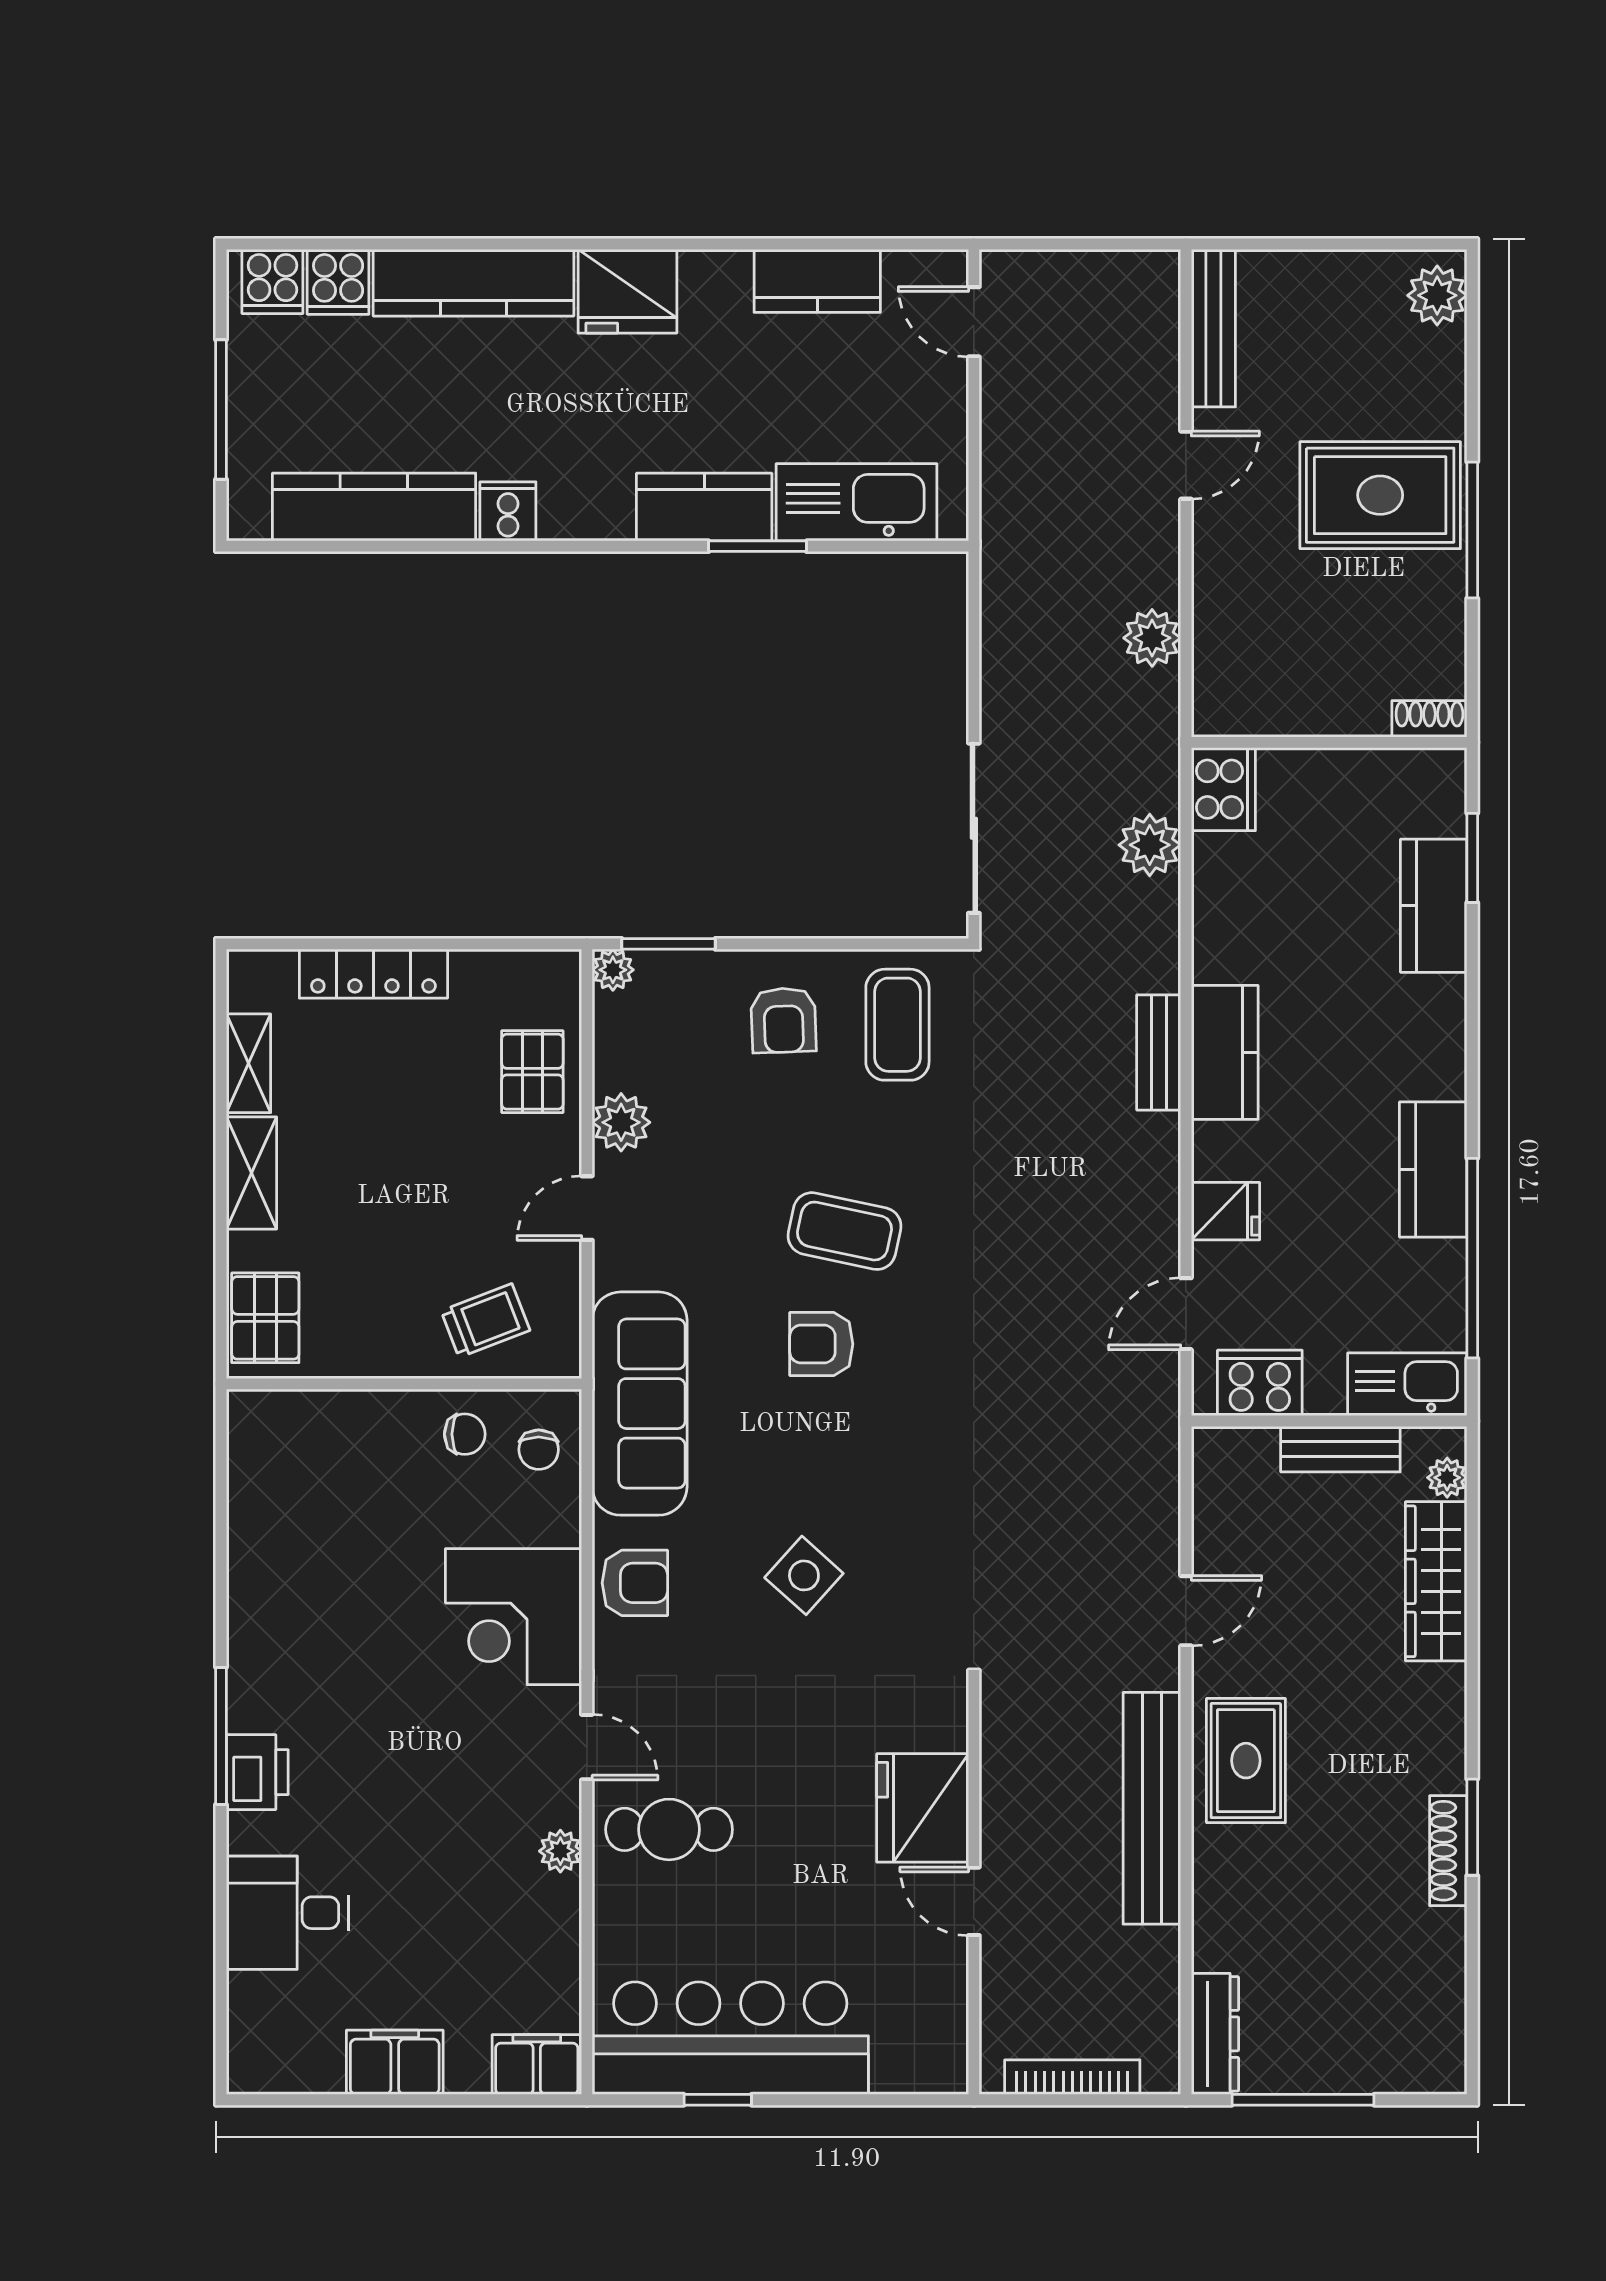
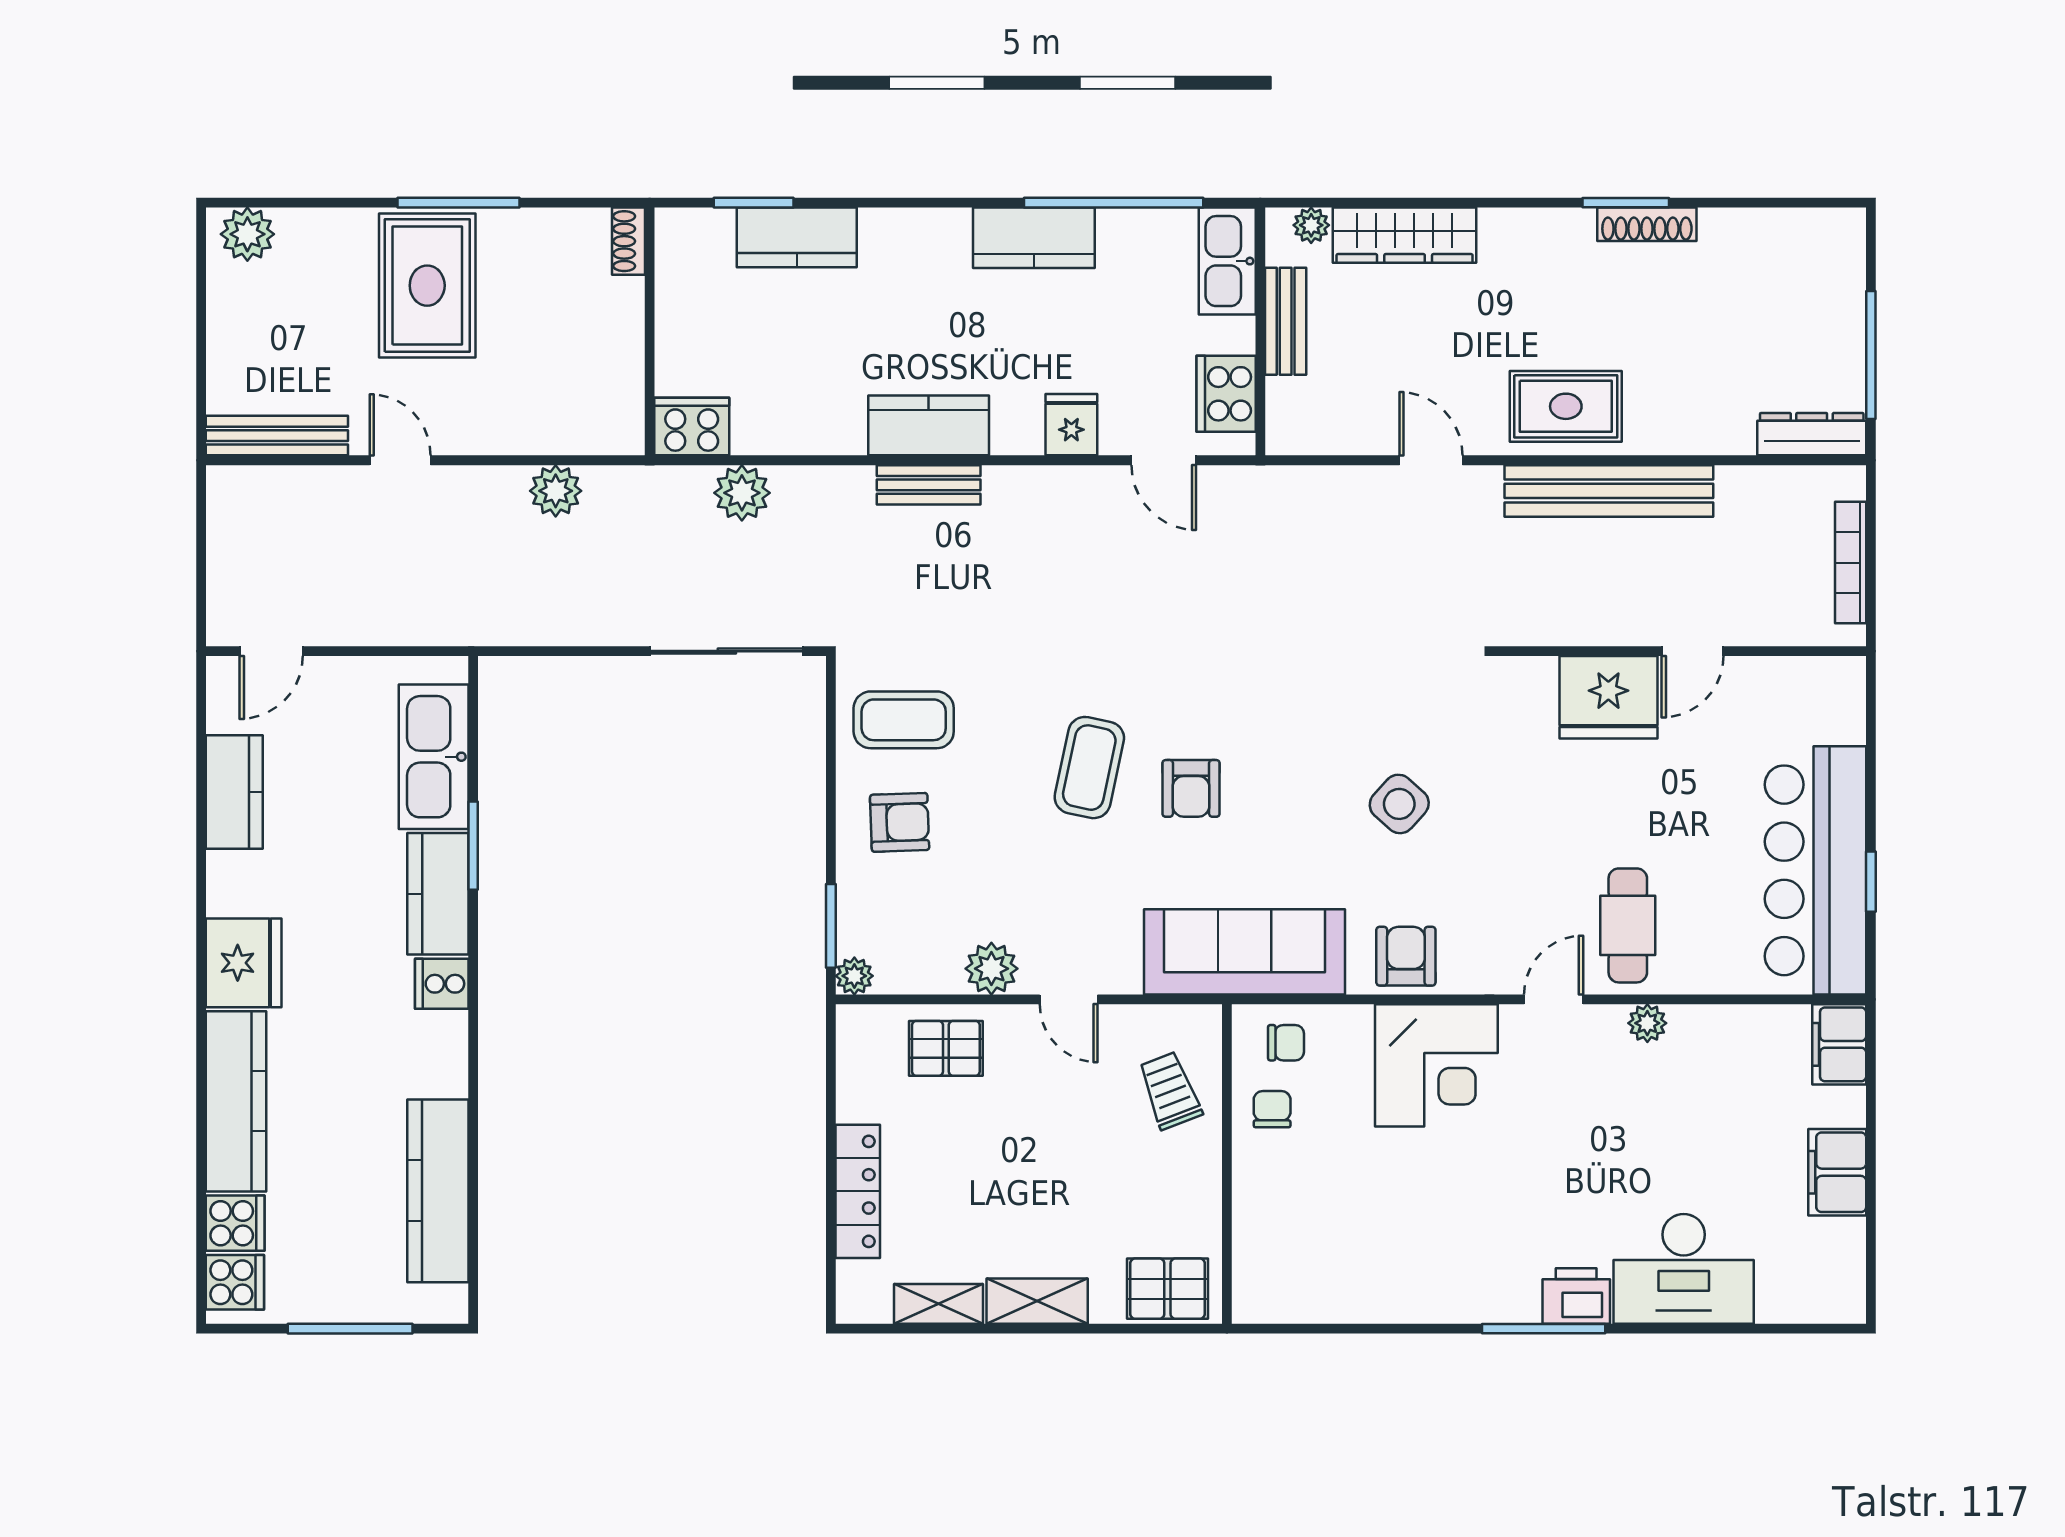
cooker: (508, 511) -> (442, 984), moved
desk: (287, 1913) -> (1684, 1269), width x1.37

